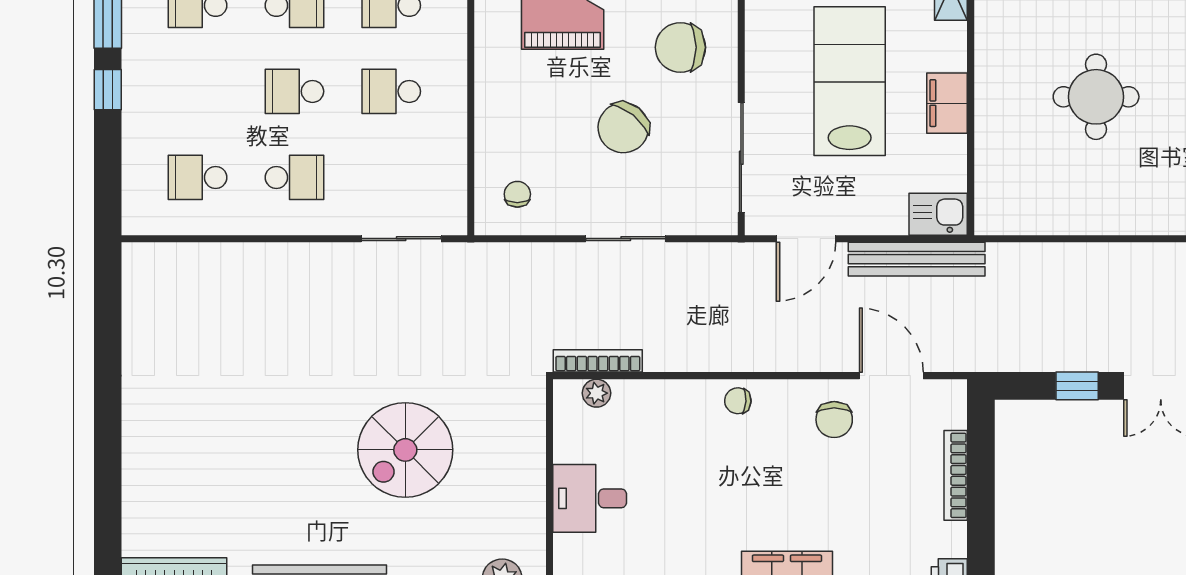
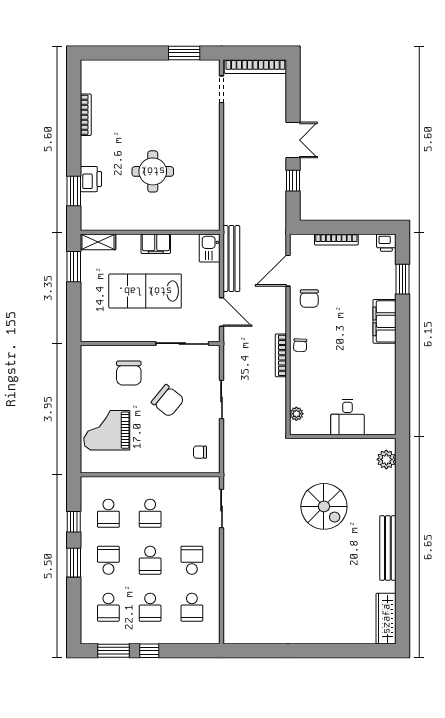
school desk: (198, 91) -> (150, 607), added
bookcase: (598, 361) -> (281, 355), moved
chair: (834, 420) -> (309, 298), turned 90

